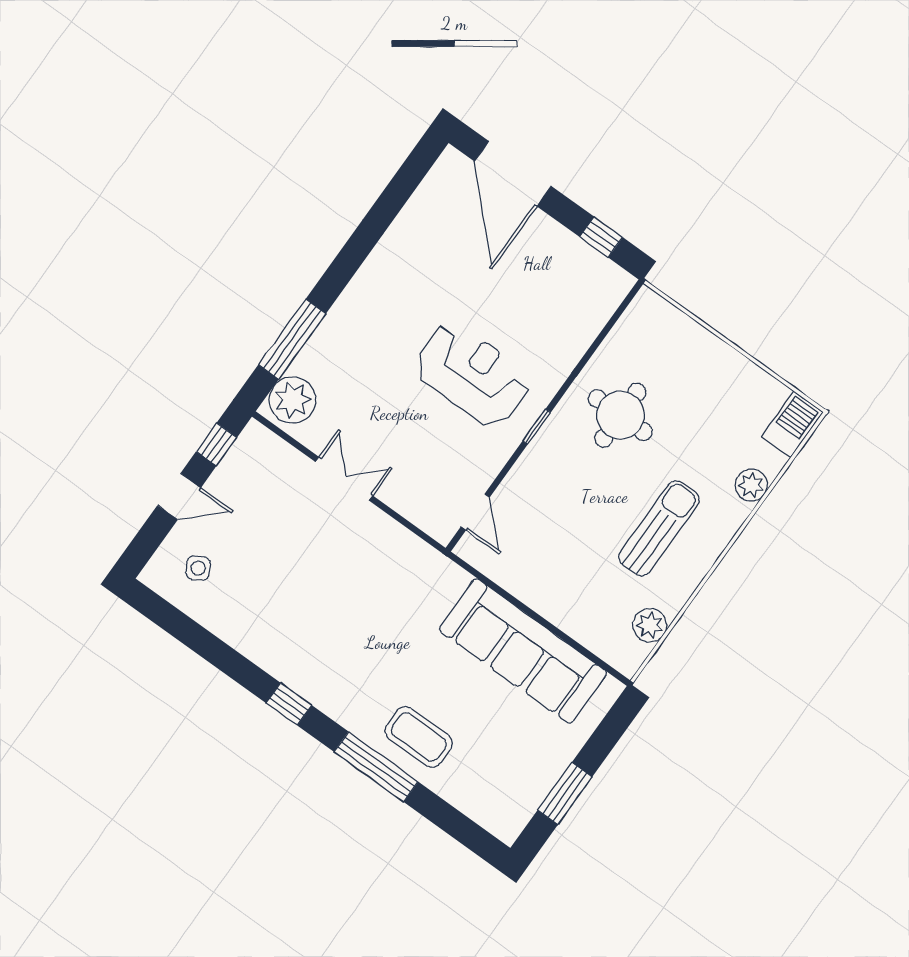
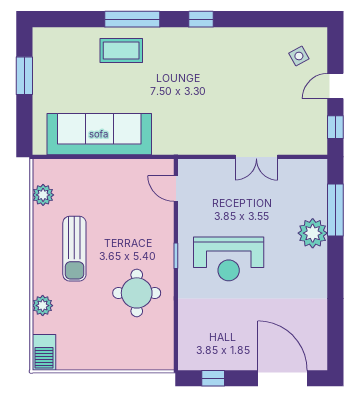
plant: (292, 400) -> (313, 233), moved

